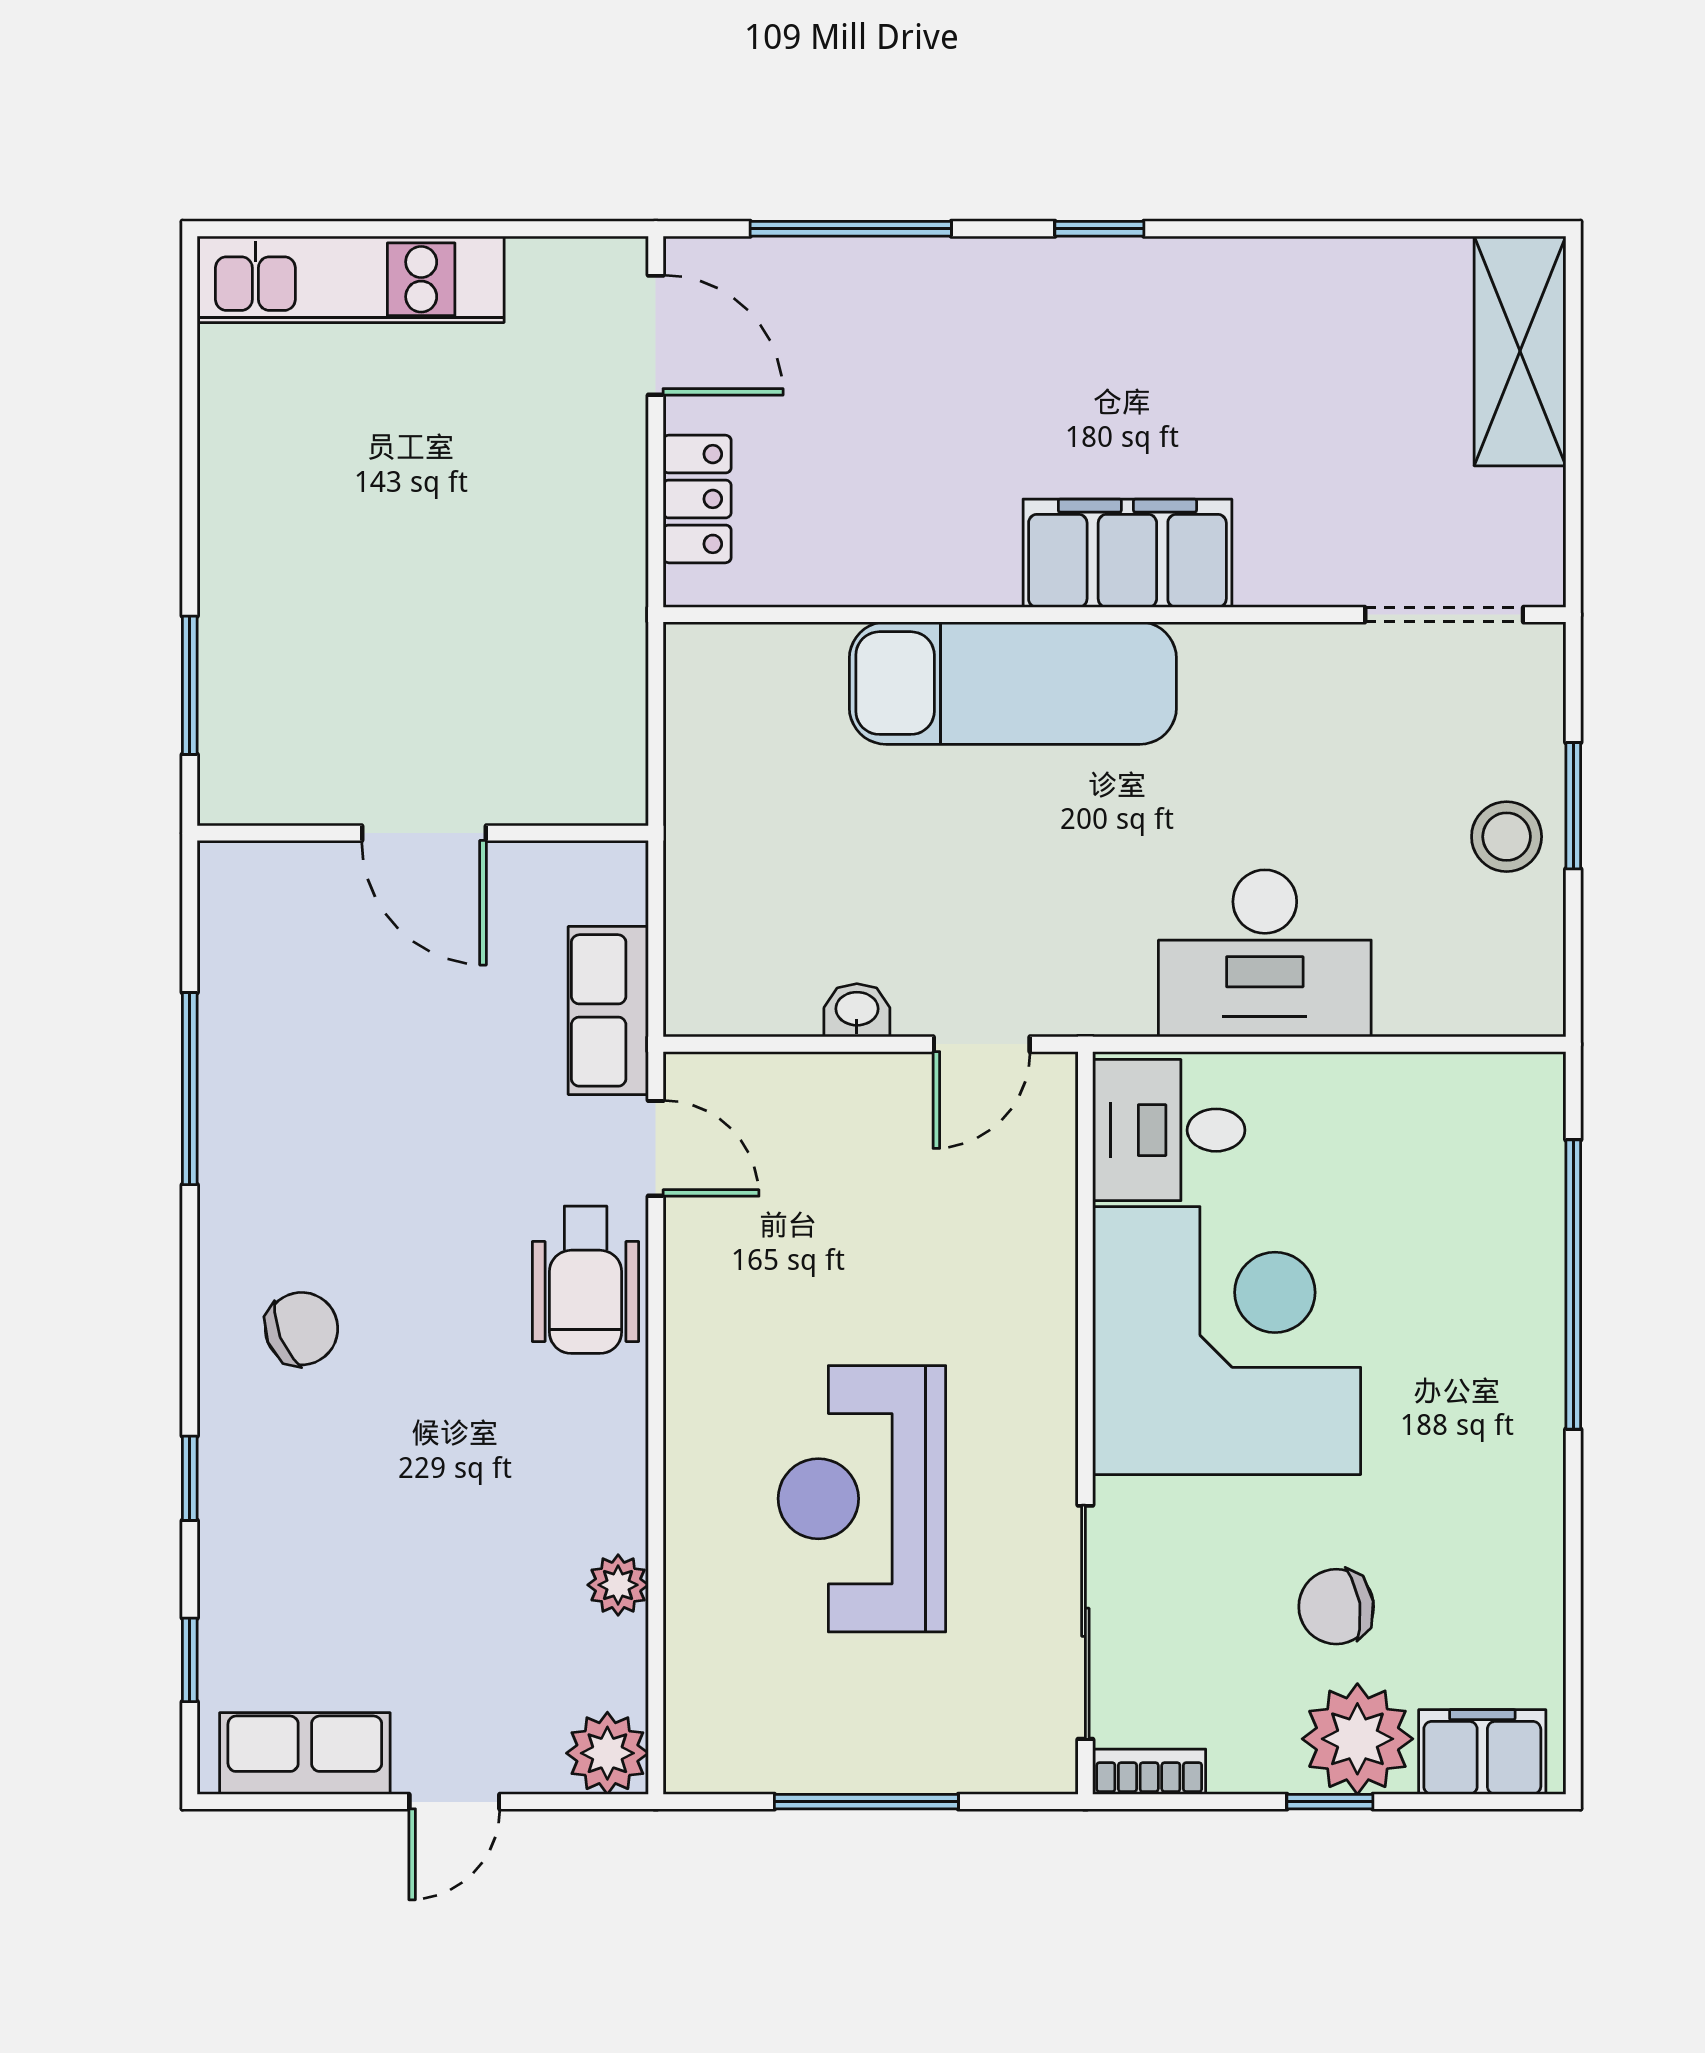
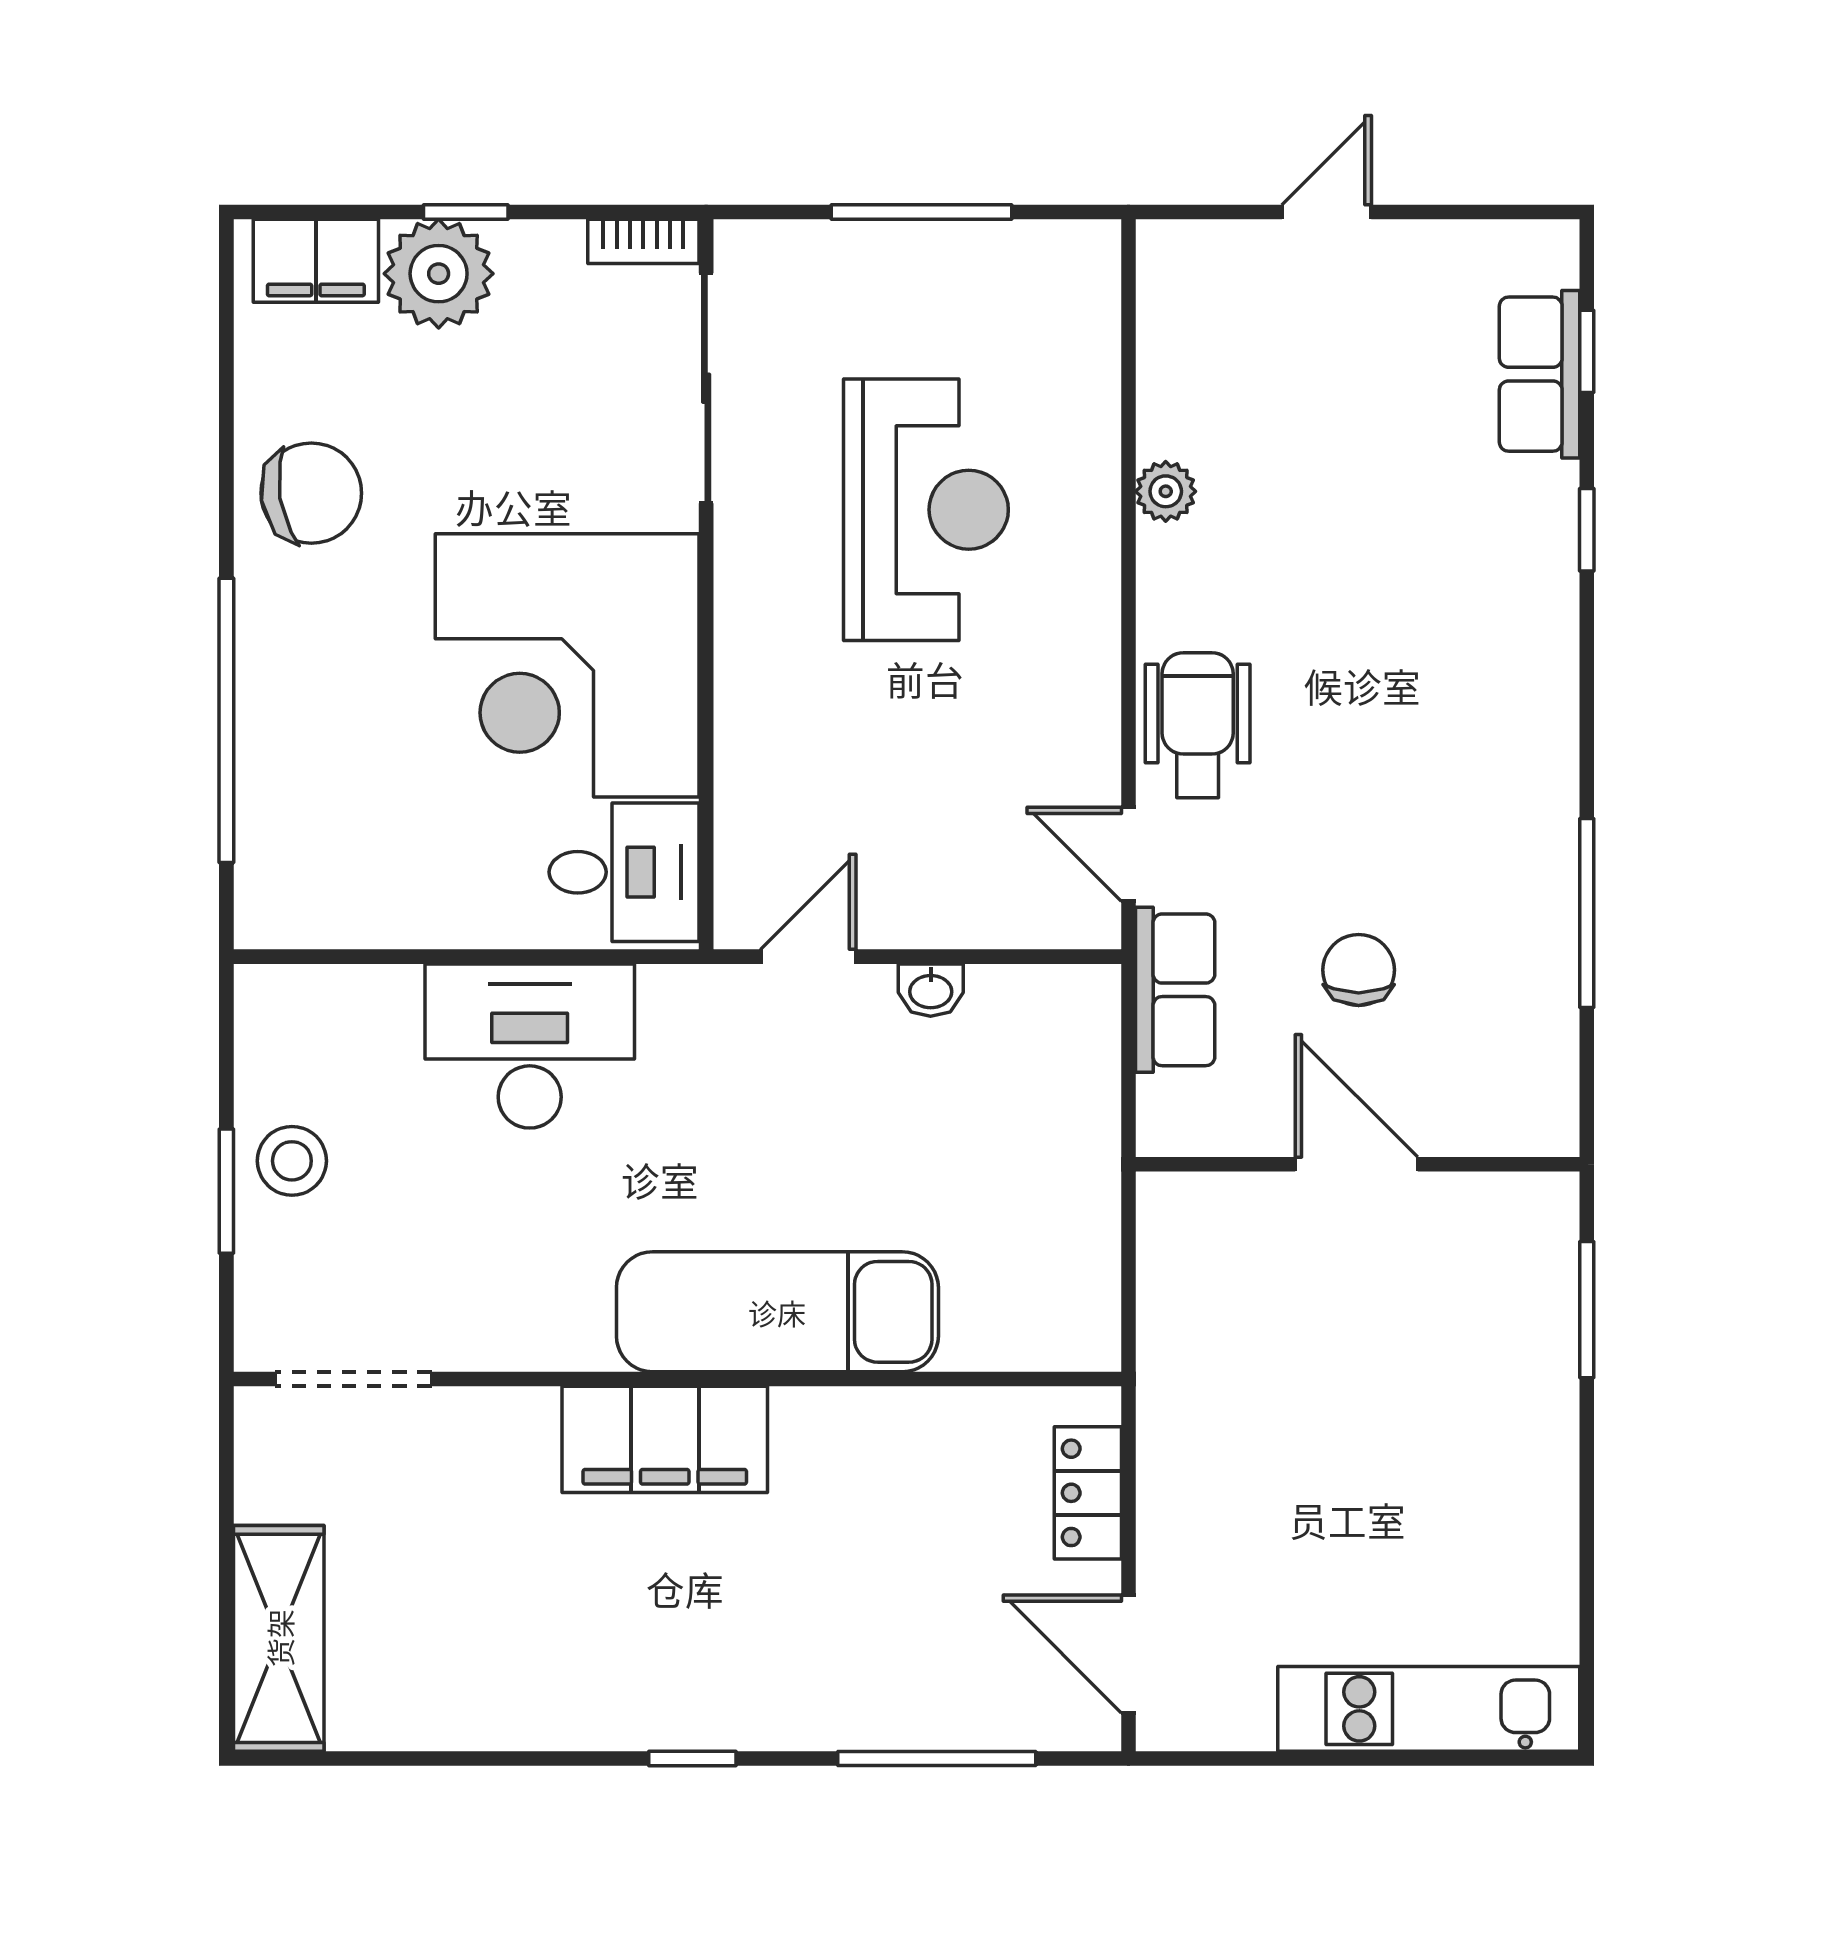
chair: (302, 1329) -> (1359, 970), moved, turned 112
plant: (618, 1585) -> (1166, 491), moved
chair: (1336, 1607) -> (311, 493), moved, width x1.37, depth x1.37
row of seats: (305, 1753) -> (1540, 374), moved, turned 90
plant: (607, 1753) -> (1176, 260), removed

